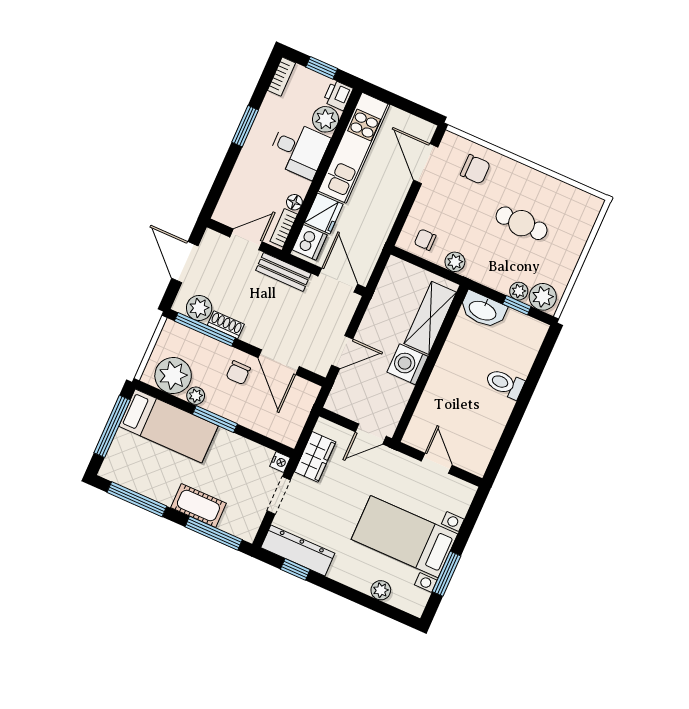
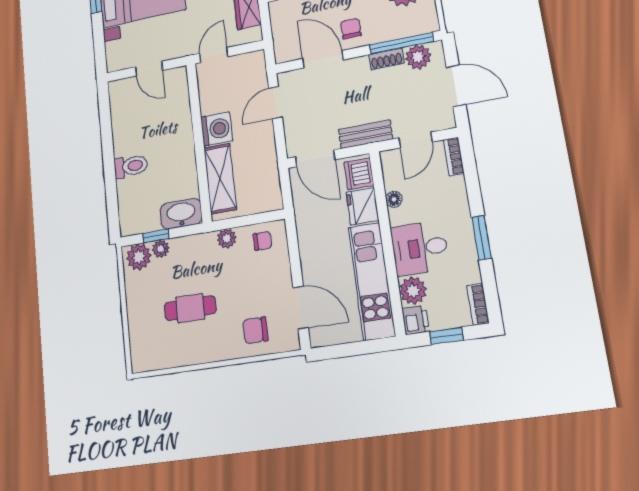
bookcase: (284, 228) -> (454, 157), moved, turned 180

